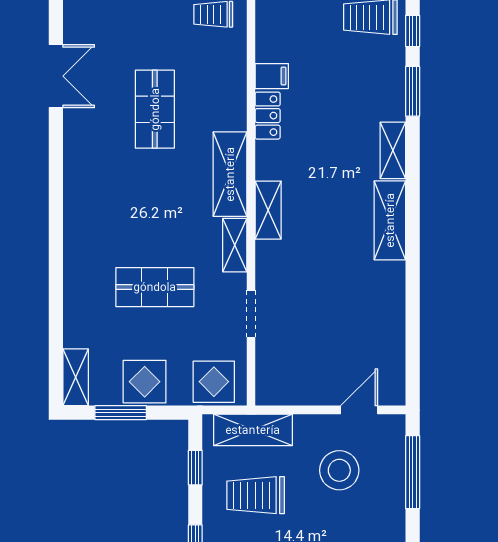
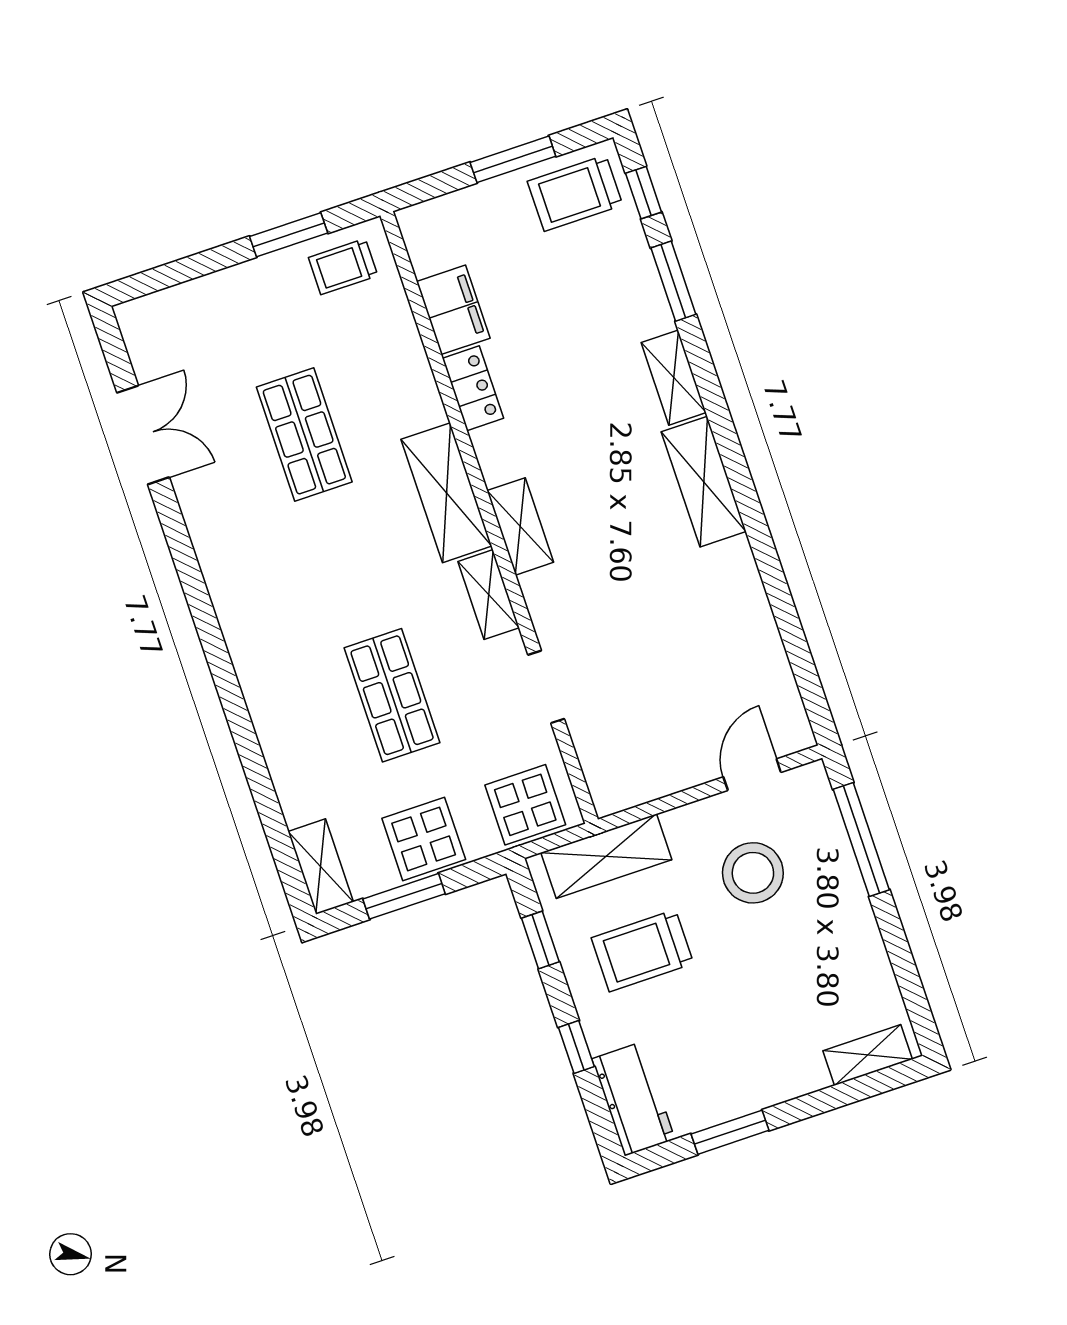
filing cabinet: (272, 76) -> (453, 310), width x2.00
shop shelf: (155, 287) -> (392, 695), turned 90

